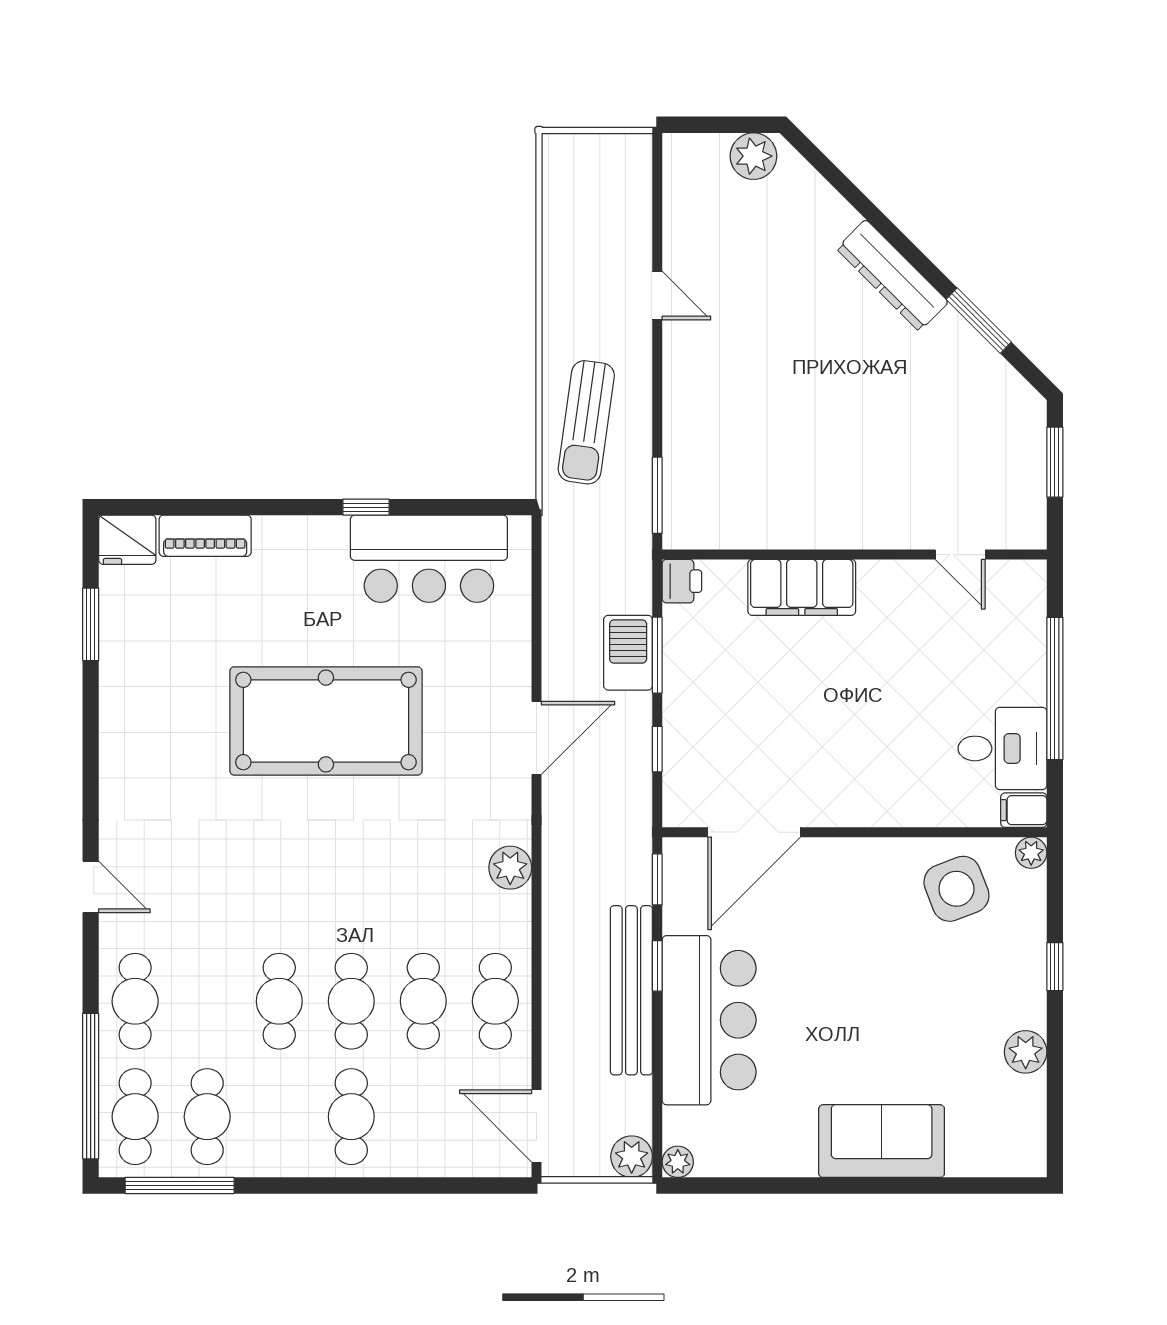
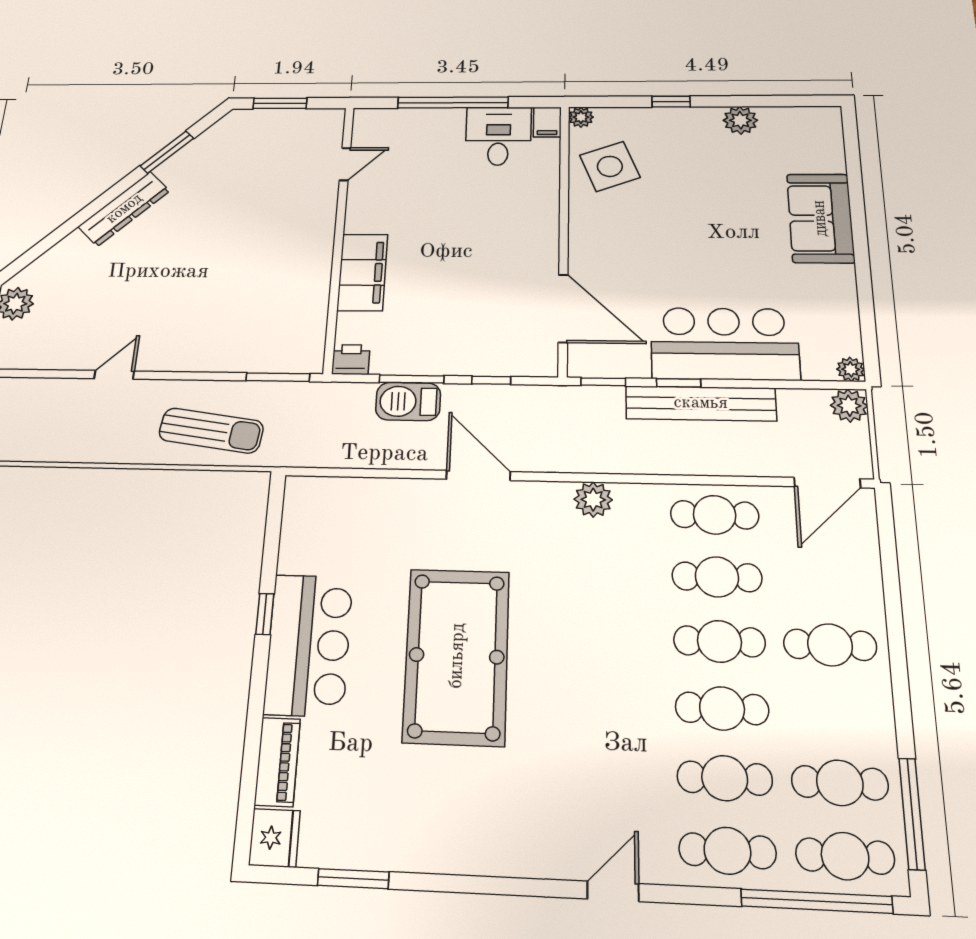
bar counter: (429, 559) -> (309, 645), moved
cafe table: (207, 1001) -> (725, 778), added

